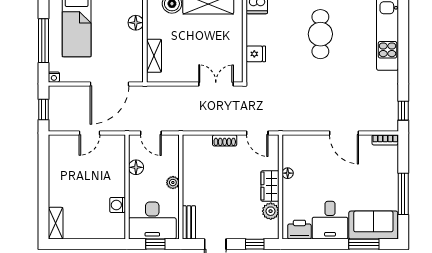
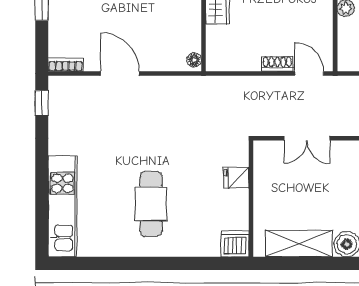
double door: (216, 84) -> (307, 138), moved
door: (257, 133) -> (309, 74), moved
floor lamp: (288, 173) -> (194, 60), moved

